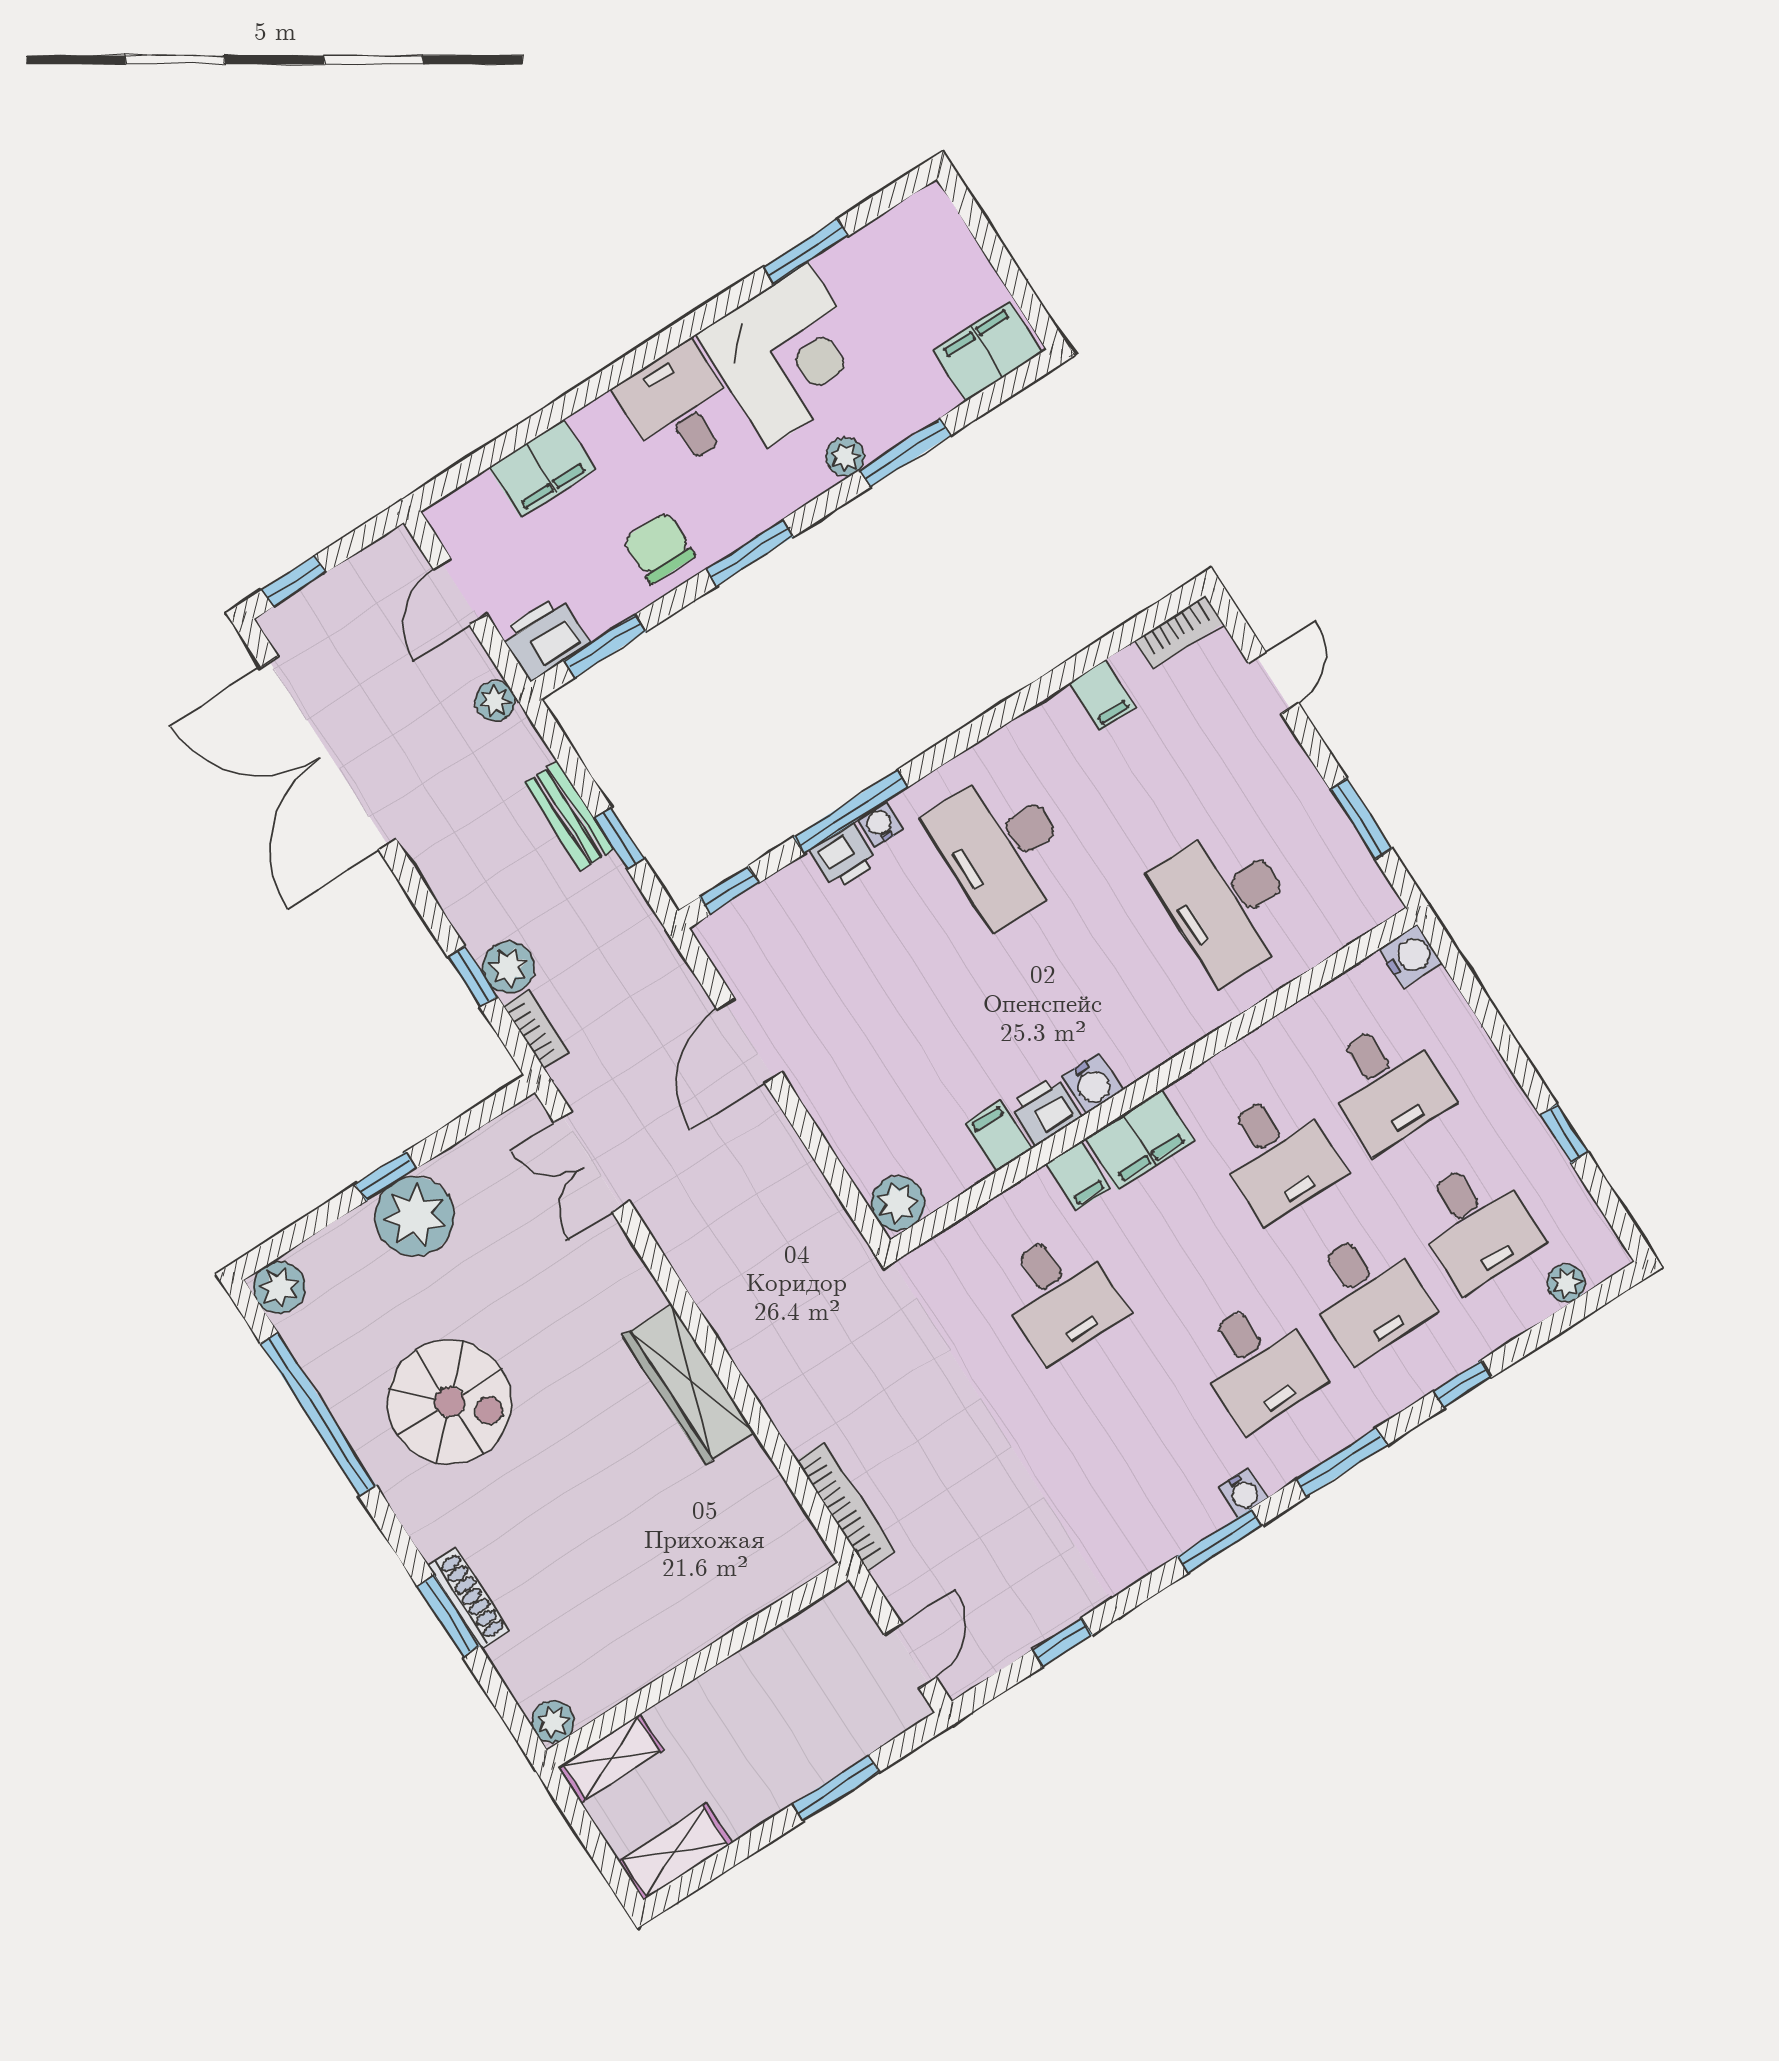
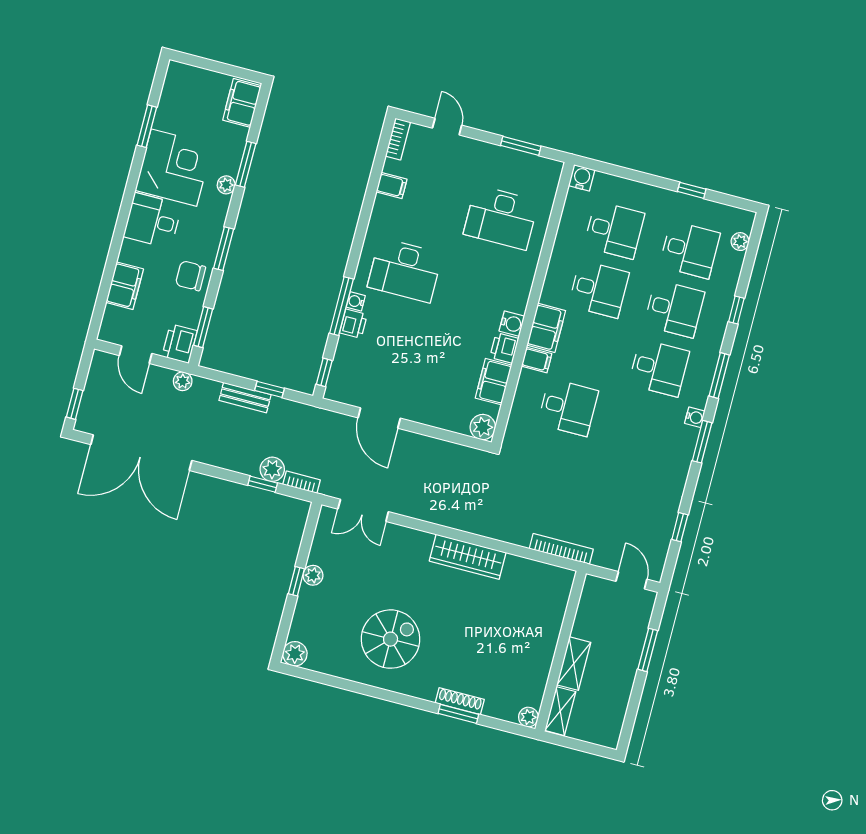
filing cabinet: (998, 1136) -> (494, 382), width x2.00
plant: (415, 1216) -> (313, 575), width x0.53, depth x0.53
window: (319, 1415) -> (349, 685), removed
shelving: (675, 1852) -> (574, 664), moved

